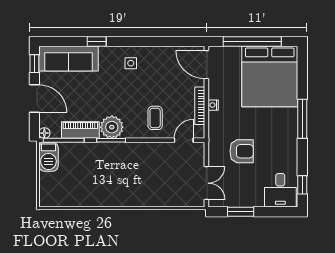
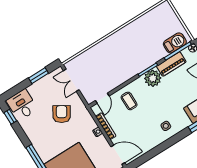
armchair: (242, 151) -> (62, 114), turned 121
barbecue: (48, 157) -> (175, 43), moved, turned 90

